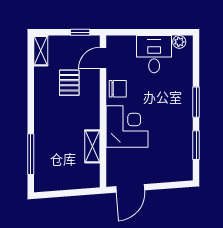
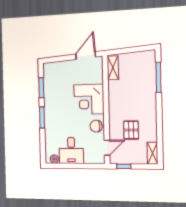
shelving: (92, 146) -> (113, 68), moved

